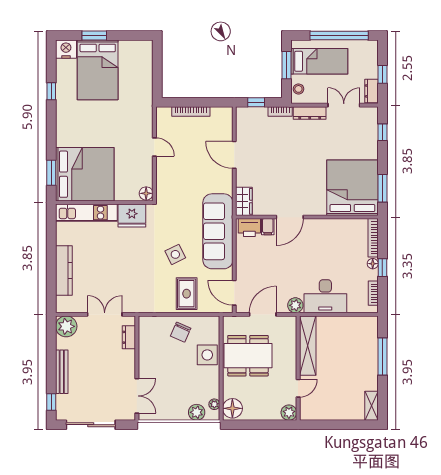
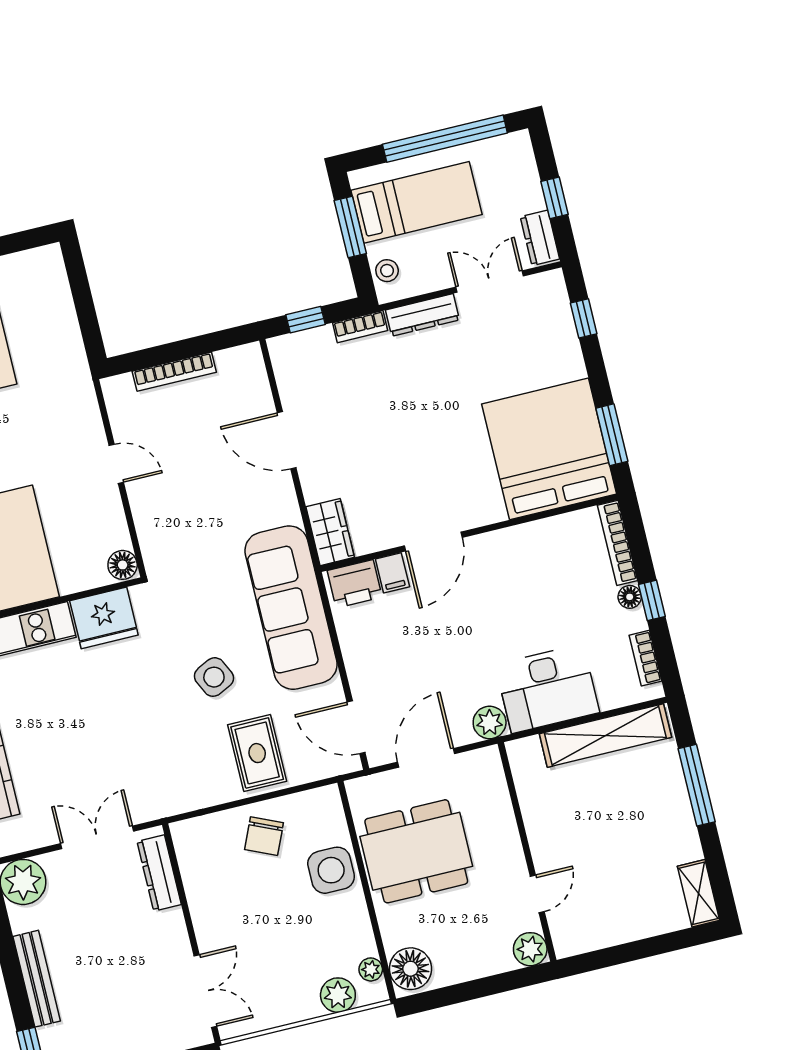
dresser: (129, 337) -> (159, 873), width x1.44
shelving: (308, 346) -> (605, 736), moved, turned 90

